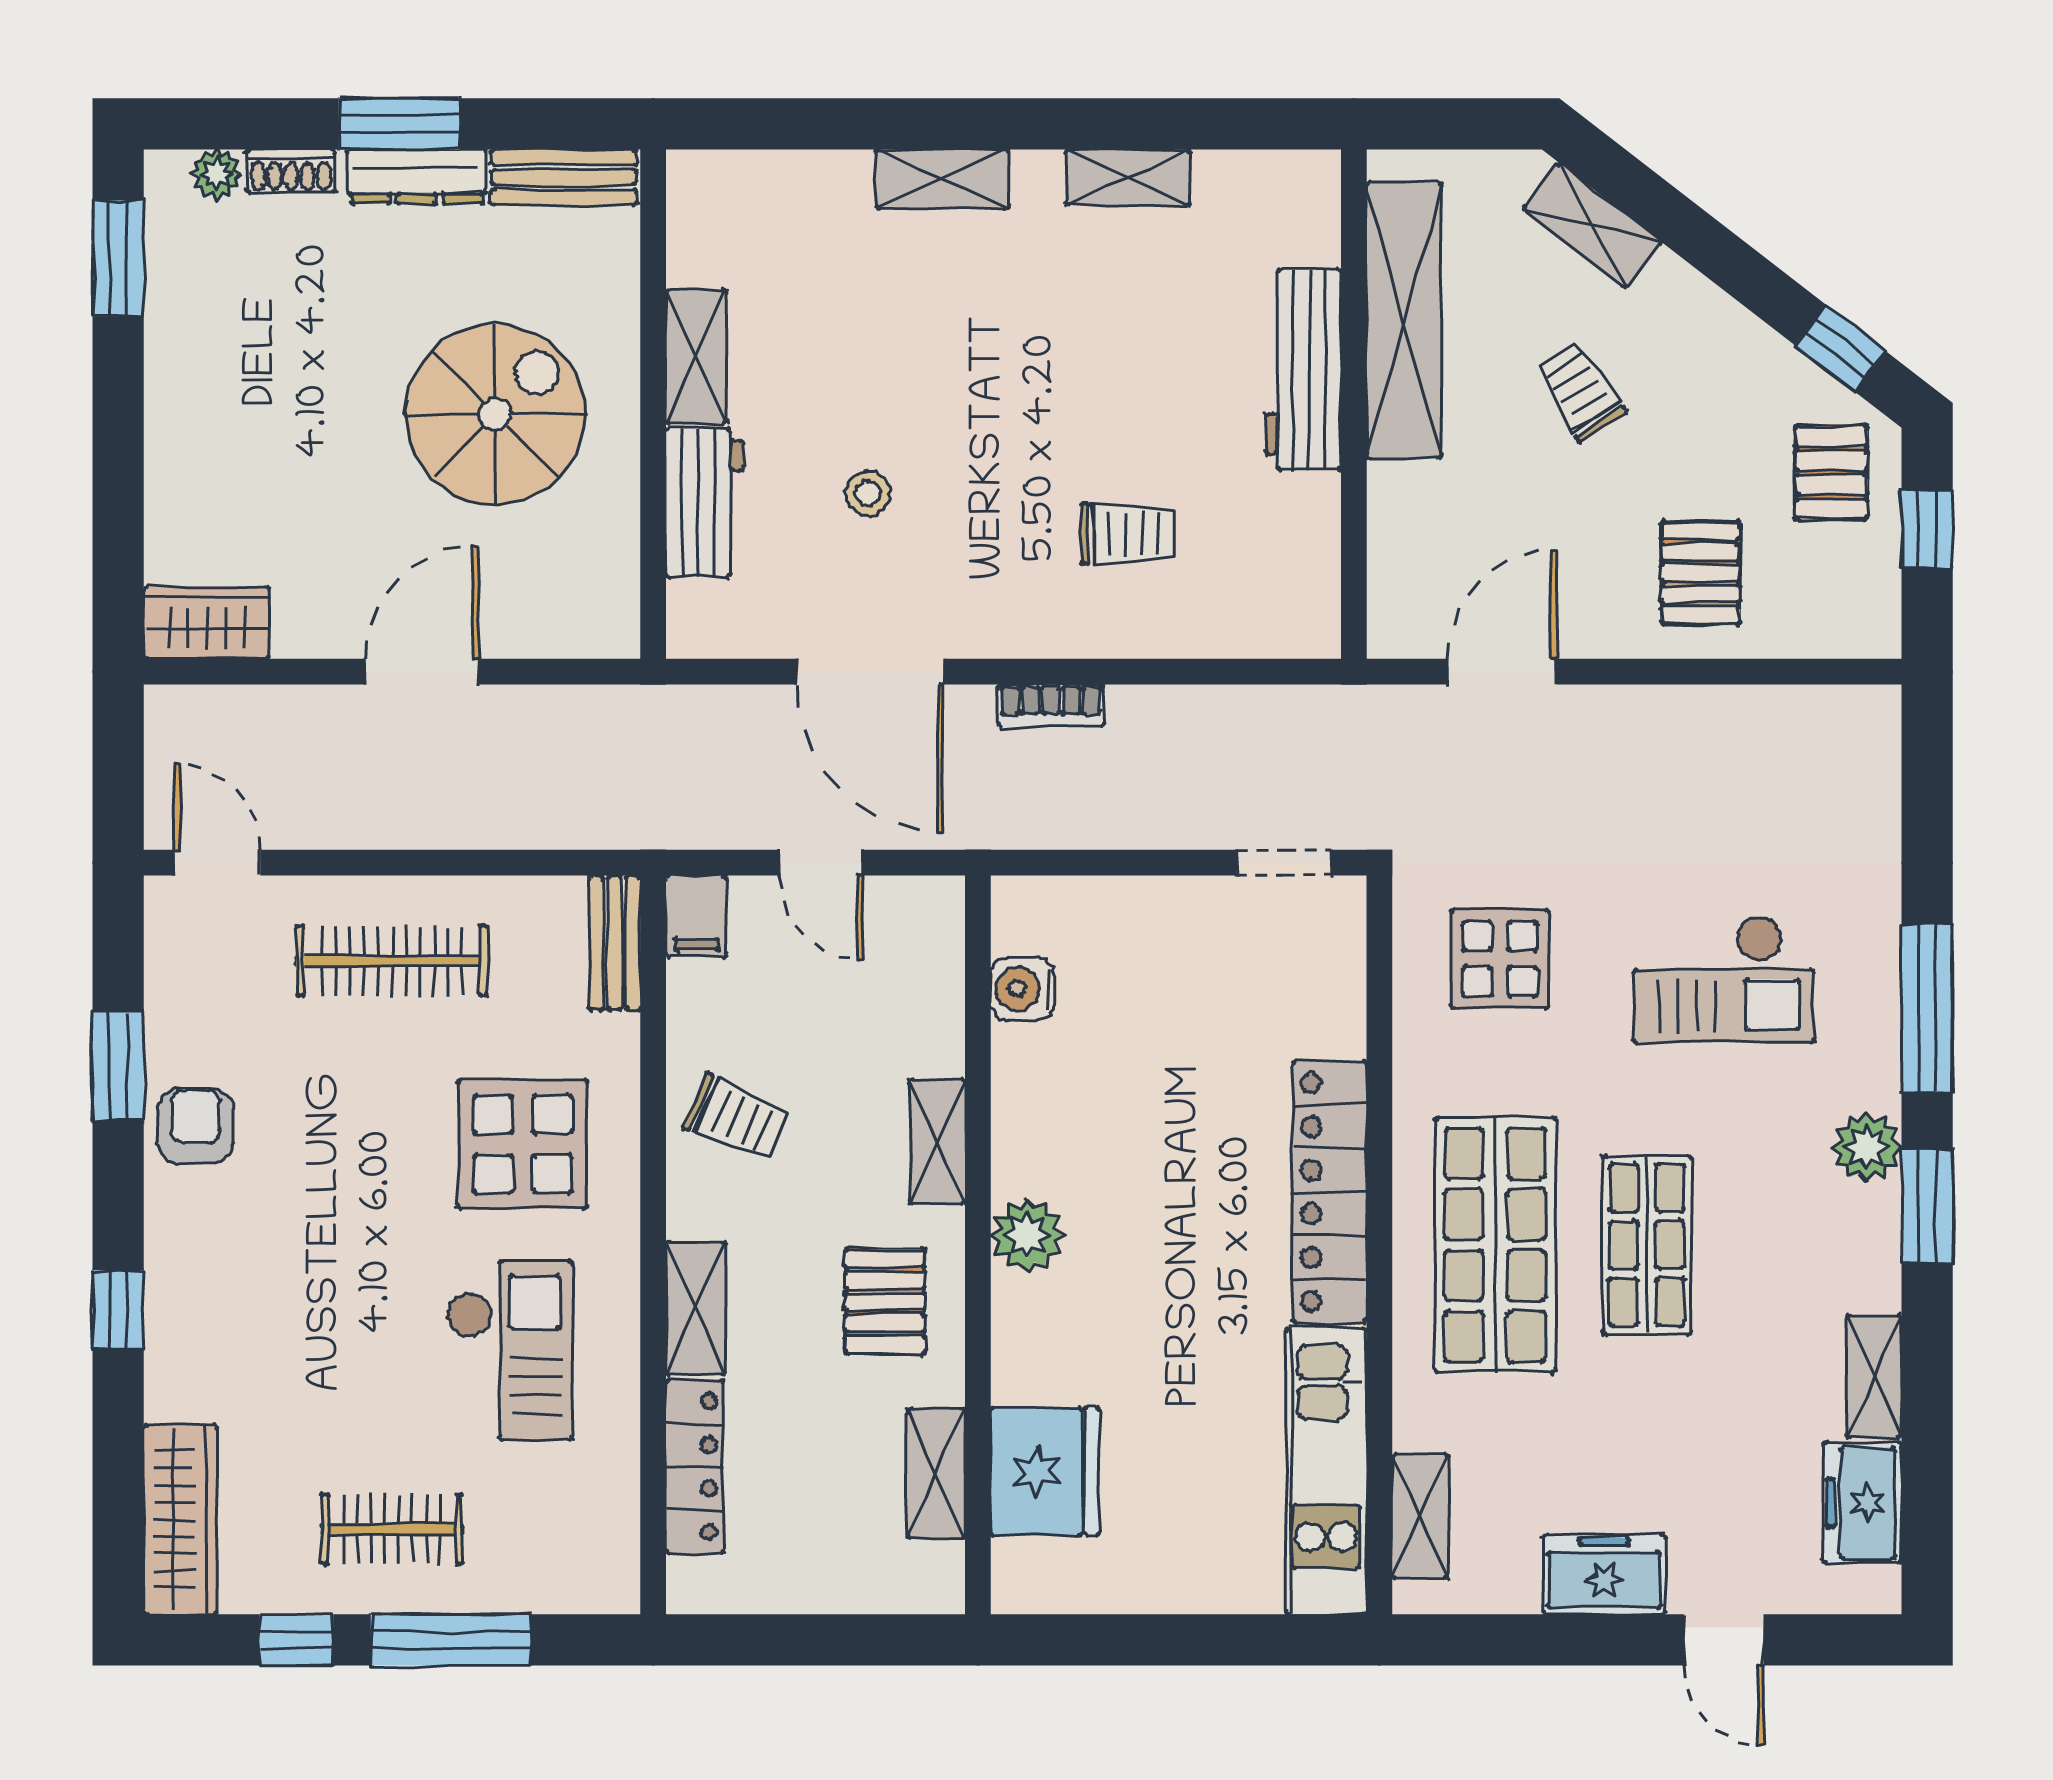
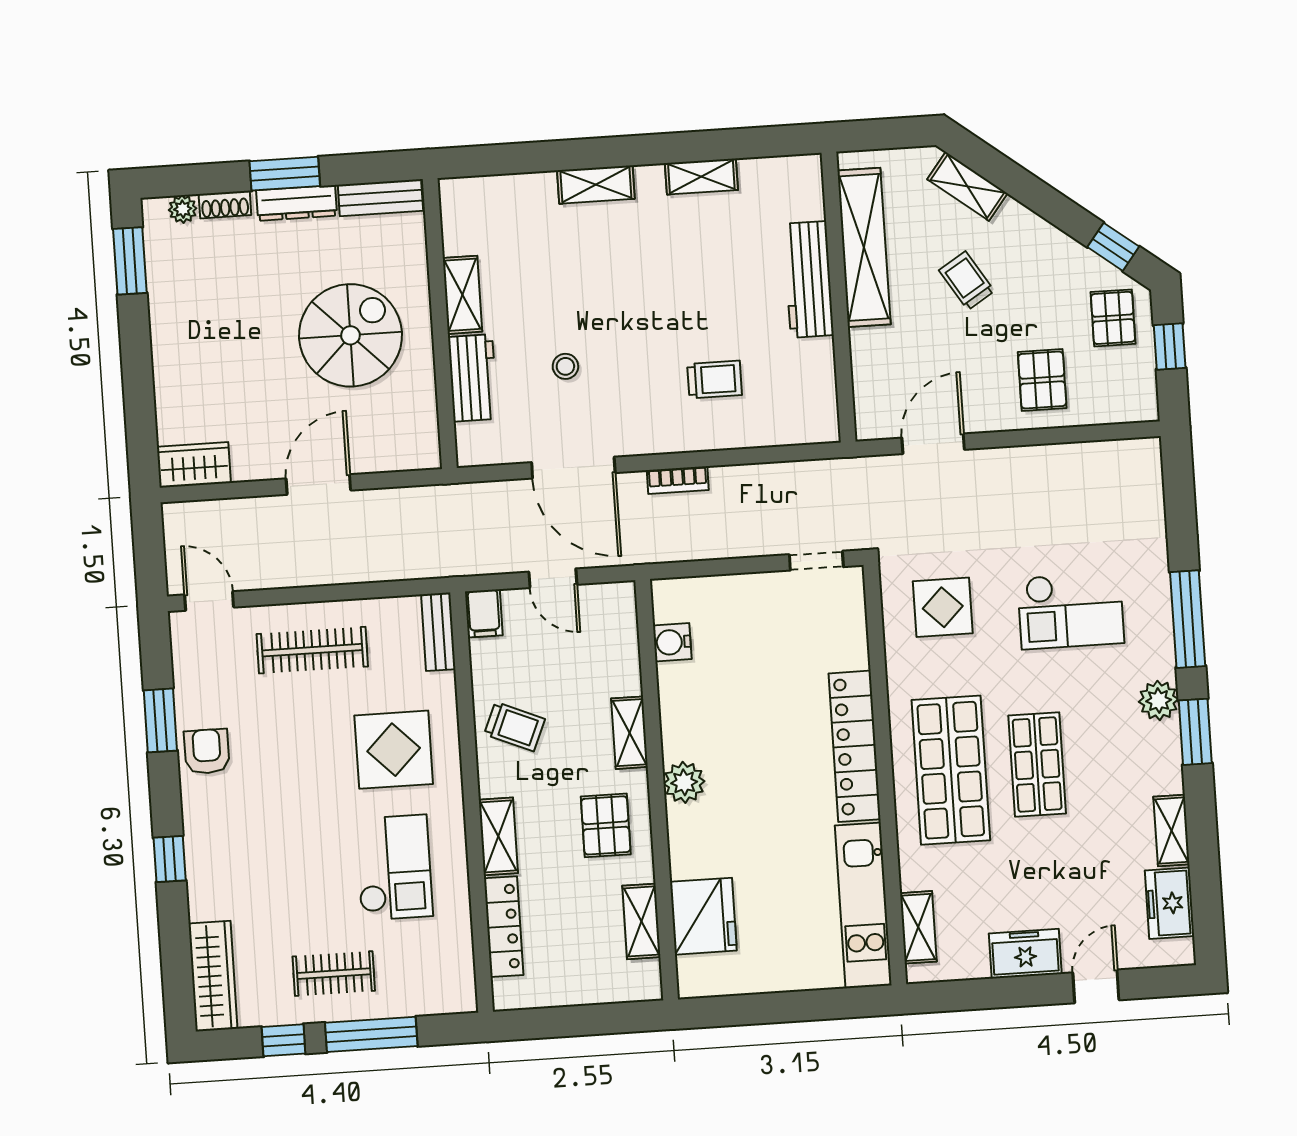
door: (1724, 1640) -> (1096, 986), swing flipped

